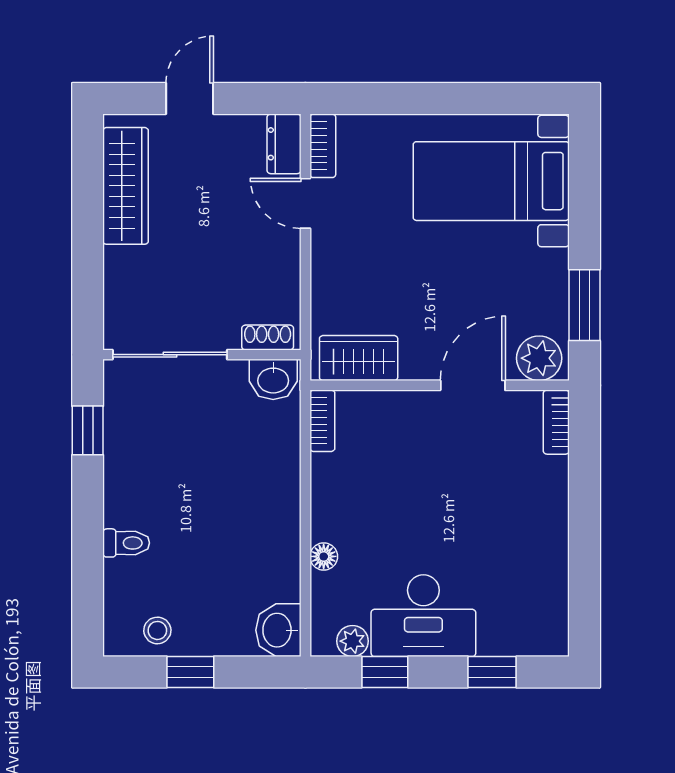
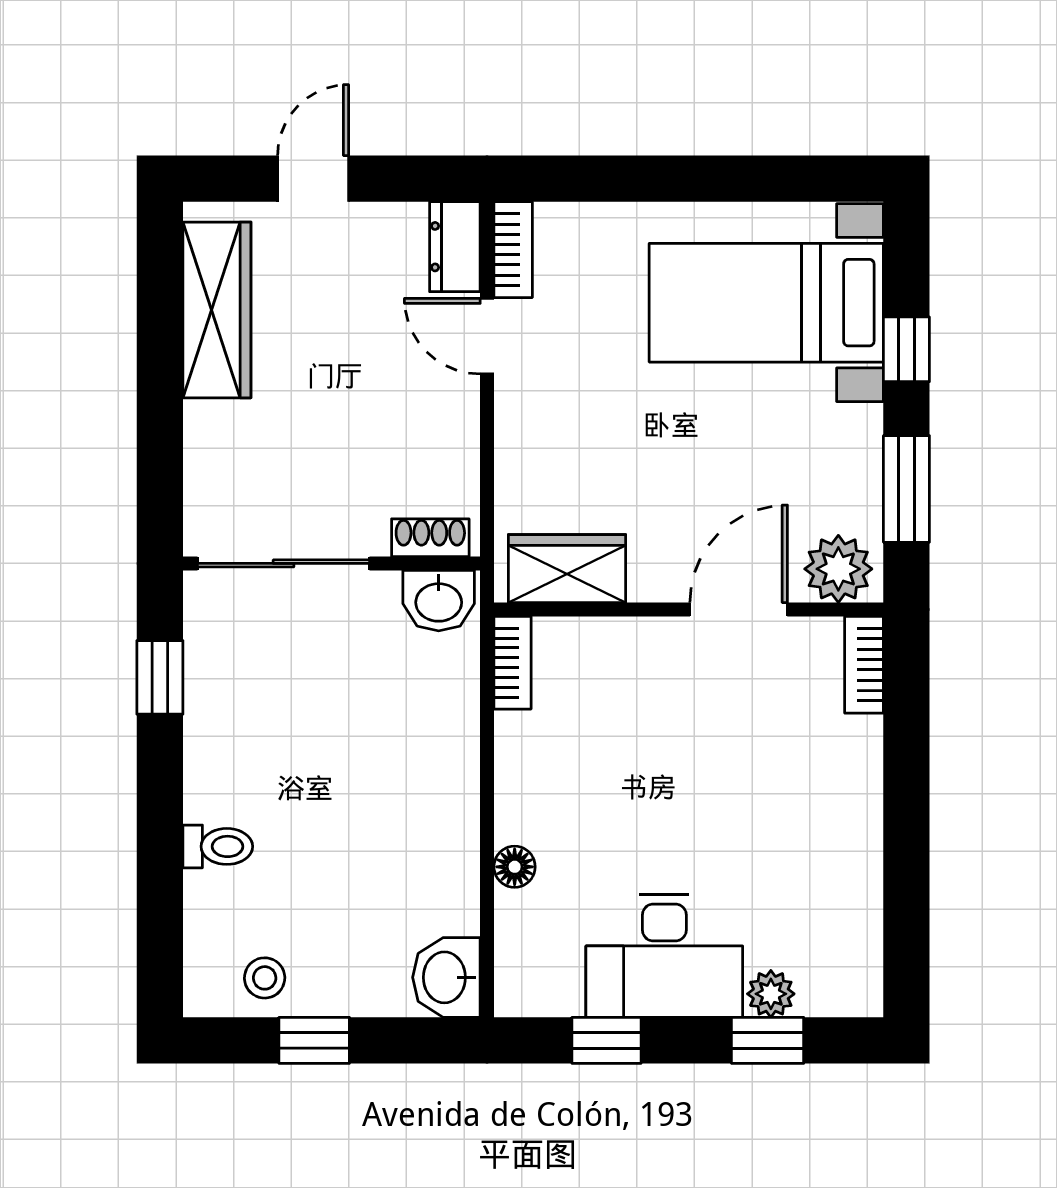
window: (585, 212) -> (906, 349), added
plant: (353, 641) -> (771, 994), moved

